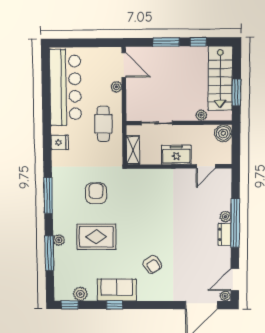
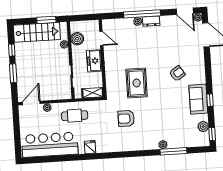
boiler: (223, 133) -> (77, 39), moved
window: (48, 196) -> (130, 154), removed
rug: (96, 237) -> (137, 83), moved

